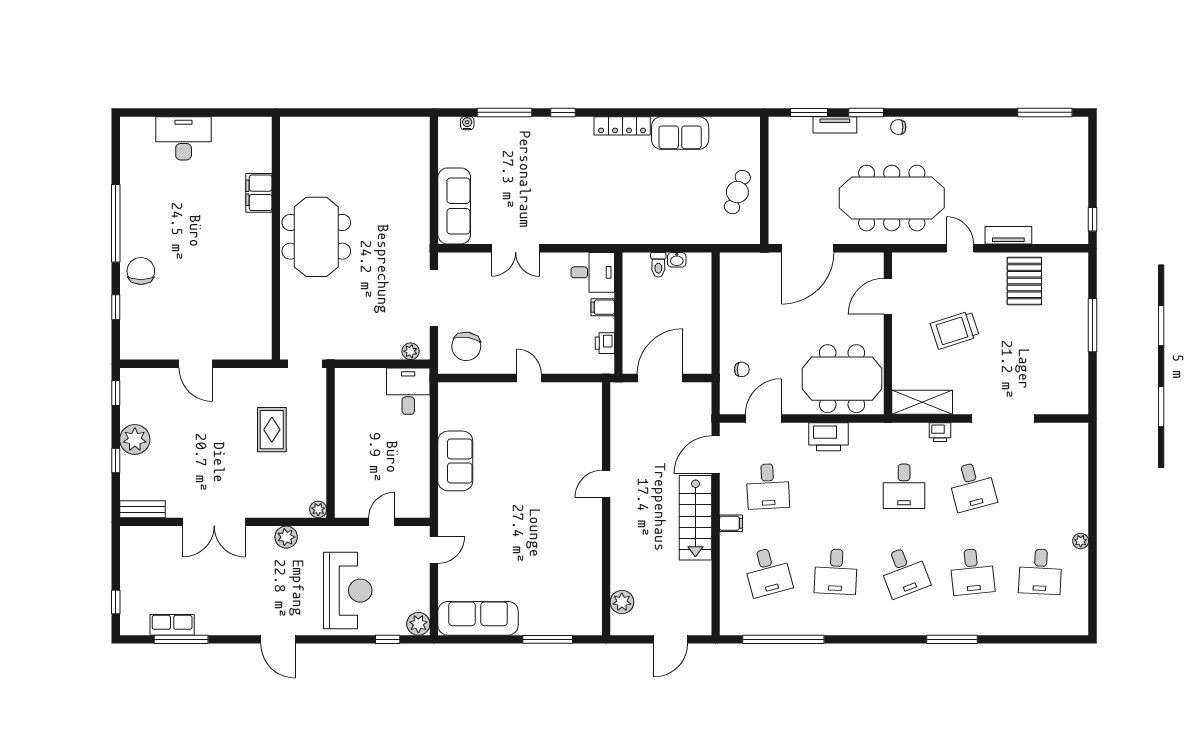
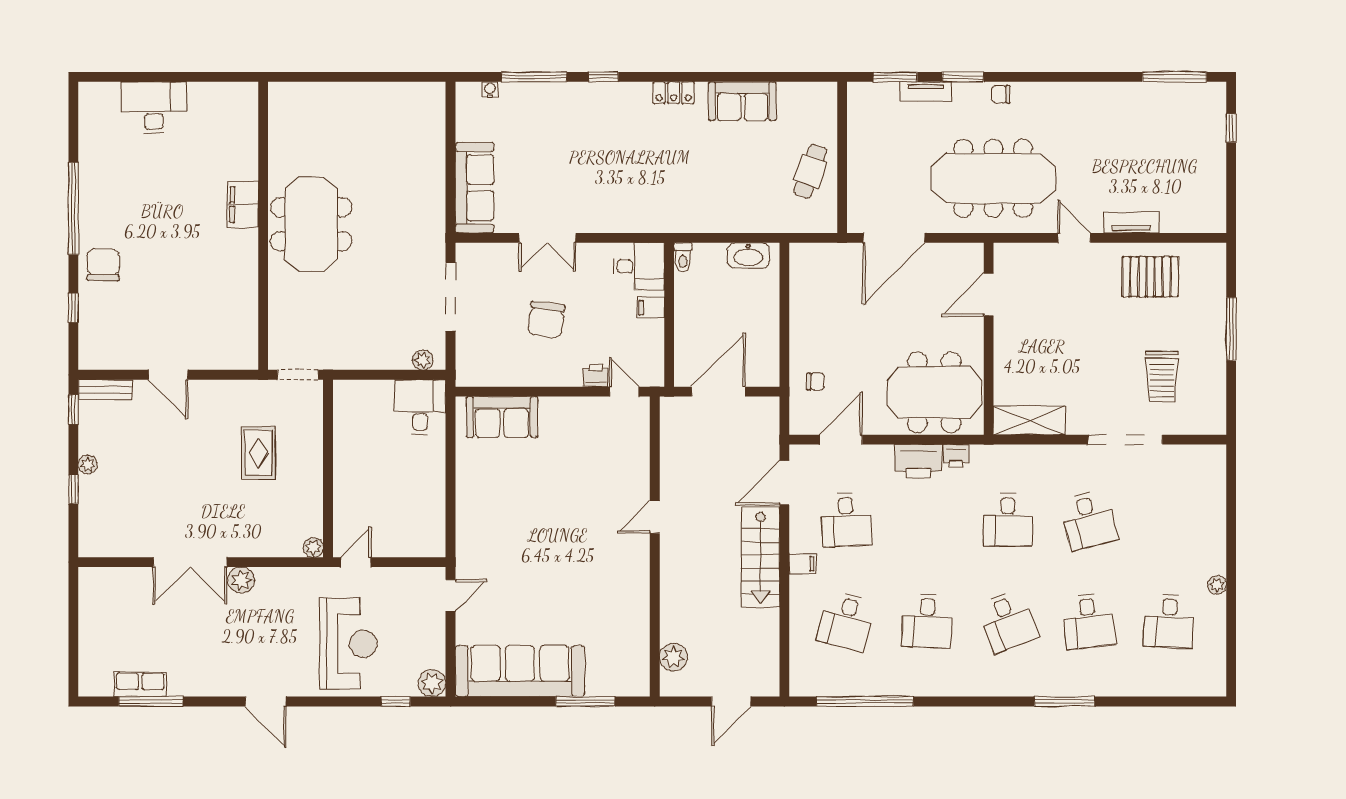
locker: (622, 126) -> (674, 93), width x0.66
filing cabinet: (259, 193) -> (243, 205), moved
window: (1093, 219) -> (1231, 128), moved
washbasin: (677, 260) -> (748, 255), width x1.91, depth x1.45
toilet: (658, 265) -> (683, 257), moved
pallet: (1024, 281) -> (1150, 277), turned 90
trolley: (955, 330) -> (1162, 377), moved, turned -72
printer: (605, 343) -> (596, 376), moved, turned 90
chair: (466, 346) -> (546, 320), moved
door: (529, 378) -> (624, 392), moved
printer: (940, 432) -> (956, 456), moved
plant: (135, 439) -> (88, 465), width x0.53, depth x0.53
sofa: (455, 461) -> (502, 417), moved, turned 90
bench: (142, 509) -> (105, 390), moved
door: (382, 522) -> (356, 562), moved
plant: (286, 537) -> (241, 580), moved
desk: (768, 572) -> (846, 621), turned 30
window: (116, 602) -> (73, 657), removed
sofa: (478, 618) -> (520, 671), width x1.36, depth x1.27

